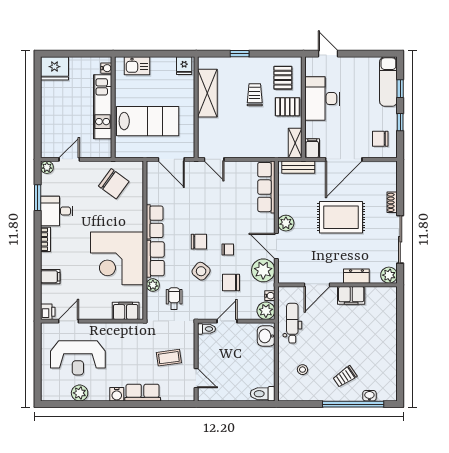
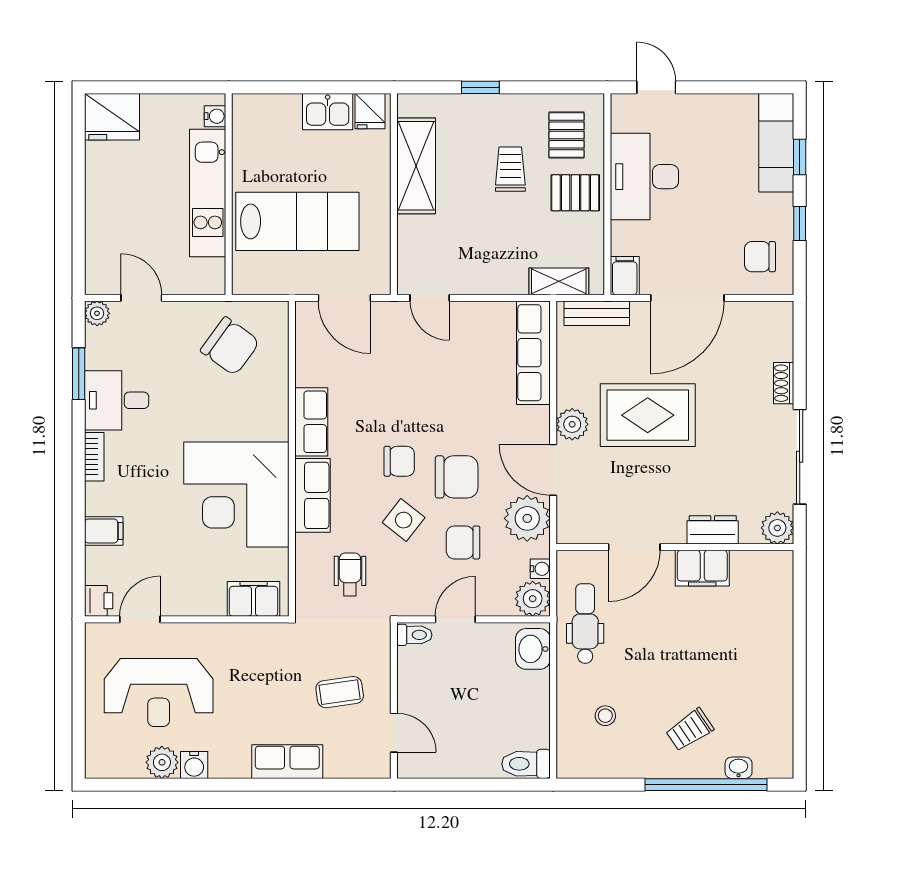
kitchen sink: (137, 66) -> (328, 112), moved
shelving: (295, 143) -> (559, 281), moved, turned 90
door: (69, 159) -> (141, 298), hinge flipped
rug: (341, 217) -> (648, 415), moved
chair: (228, 249) -> (457, 477), width x1.87, depth x1.87
plant: (153, 285) -> (308, 548), removed
water cooler: (117, 394) -> (194, 765), moved

